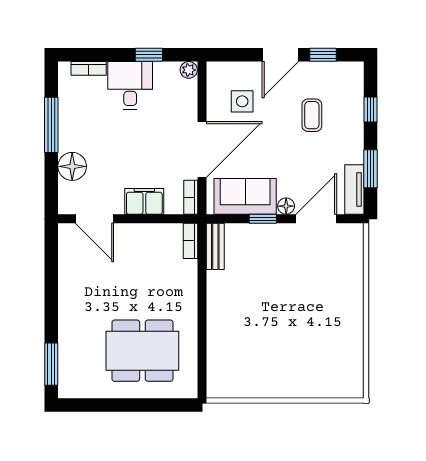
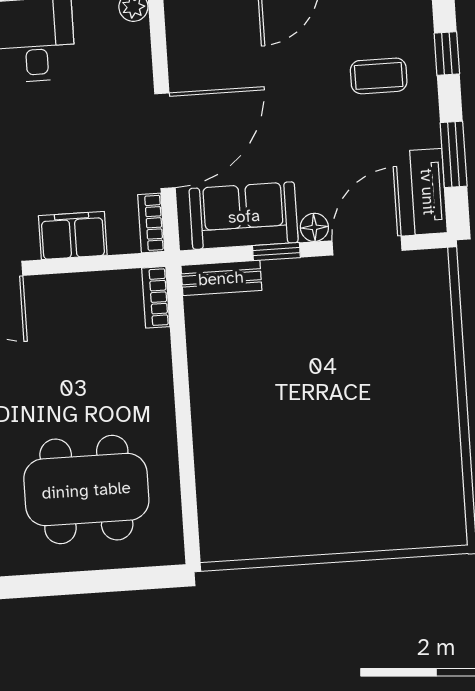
side table: (242, 101) -> (228, 54), removed
coffee table: (312, 115) -> (379, 76), moved, turned 90
bench: (215, 246) -> (221, 278), moved, turned 90

